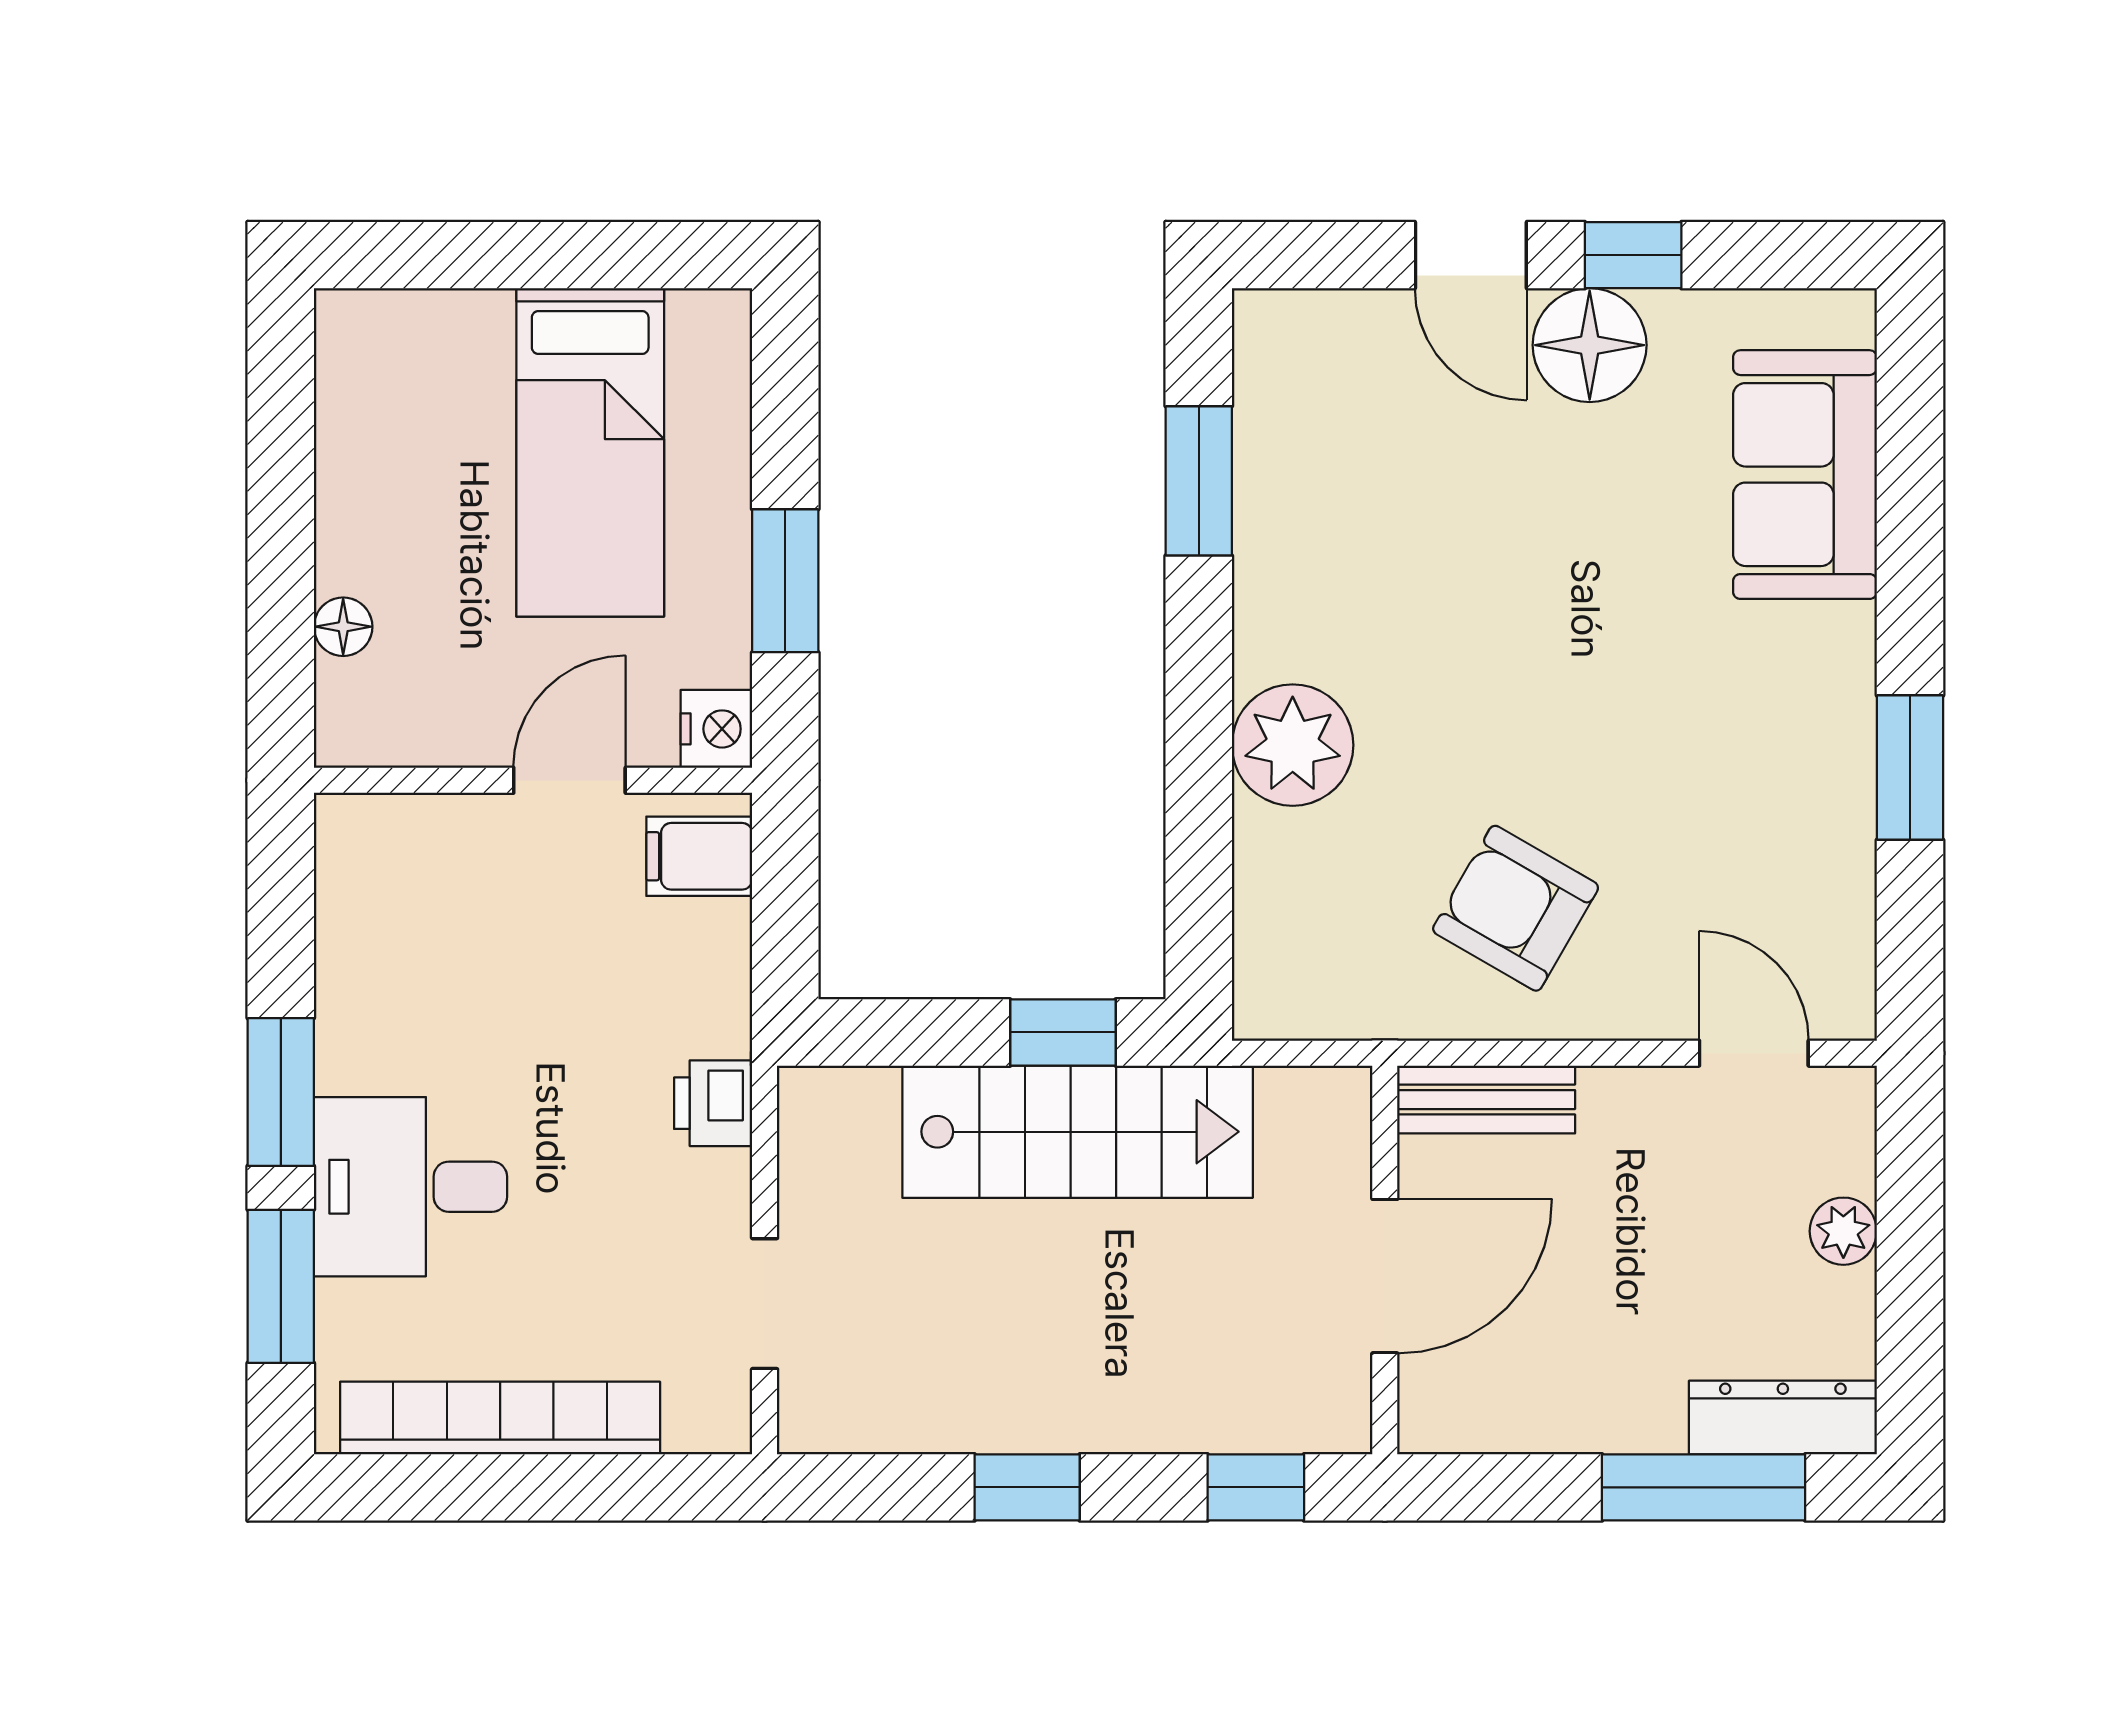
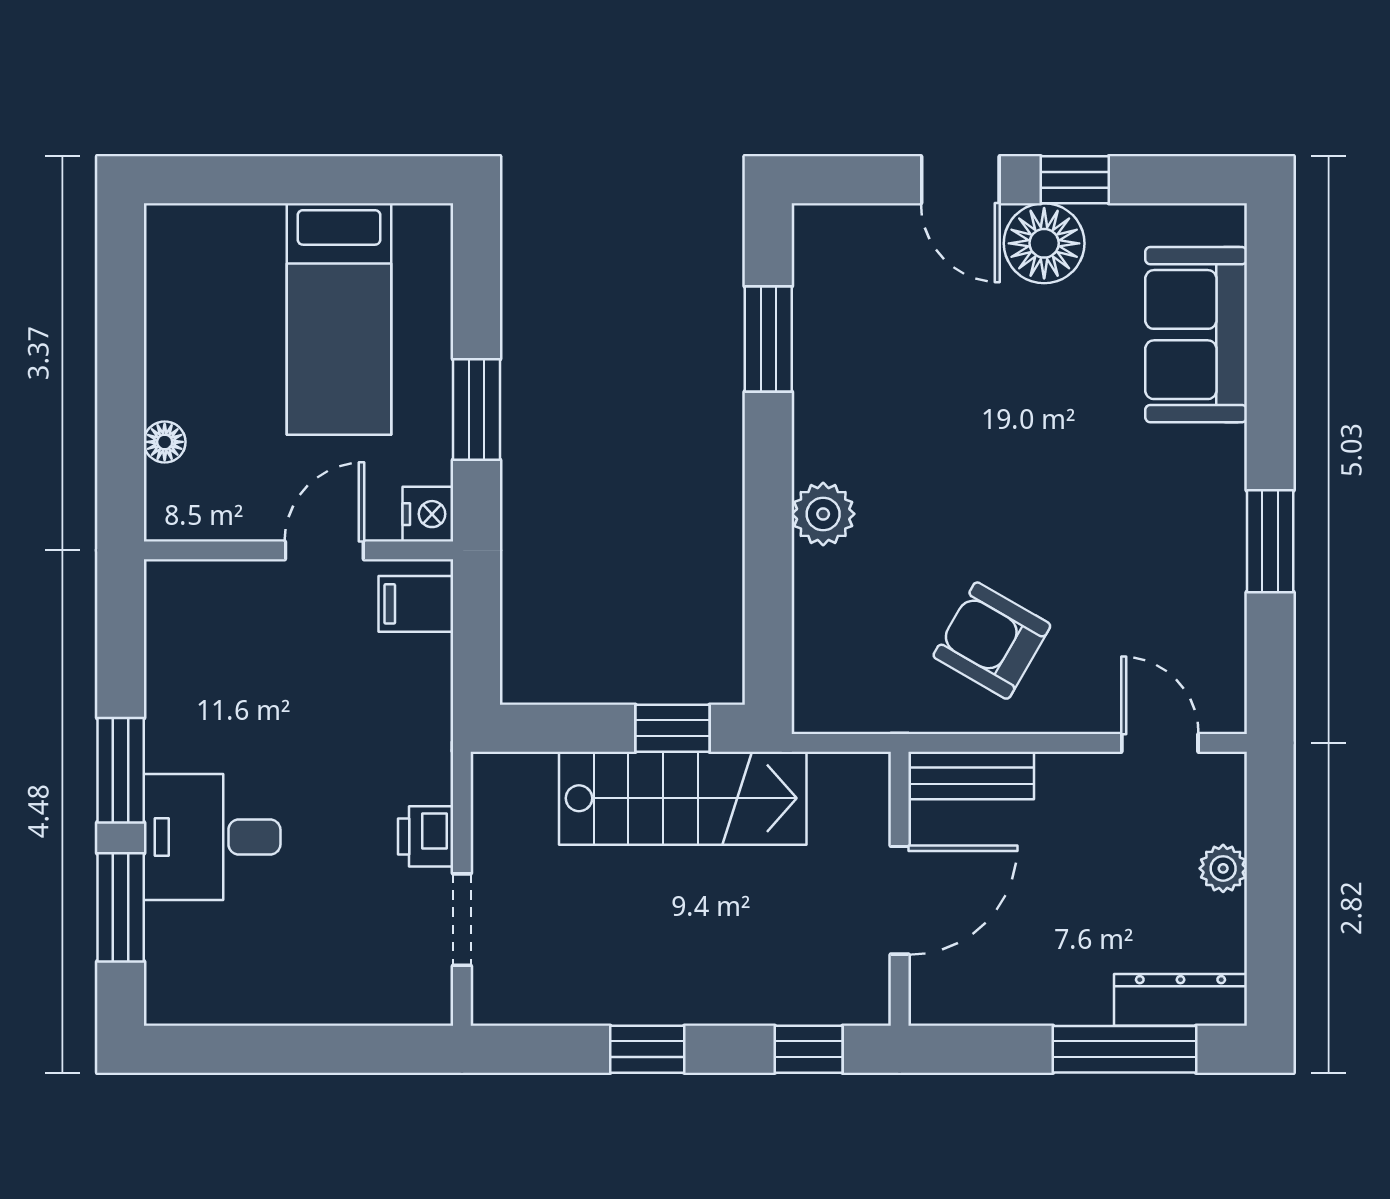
plant: (1293, 745) -> (823, 514), width x0.73, depth x0.73
printer: (713, 1103) -> (426, 836), moved
bookcase: (500, 1418) -> (275, 1000), removed

